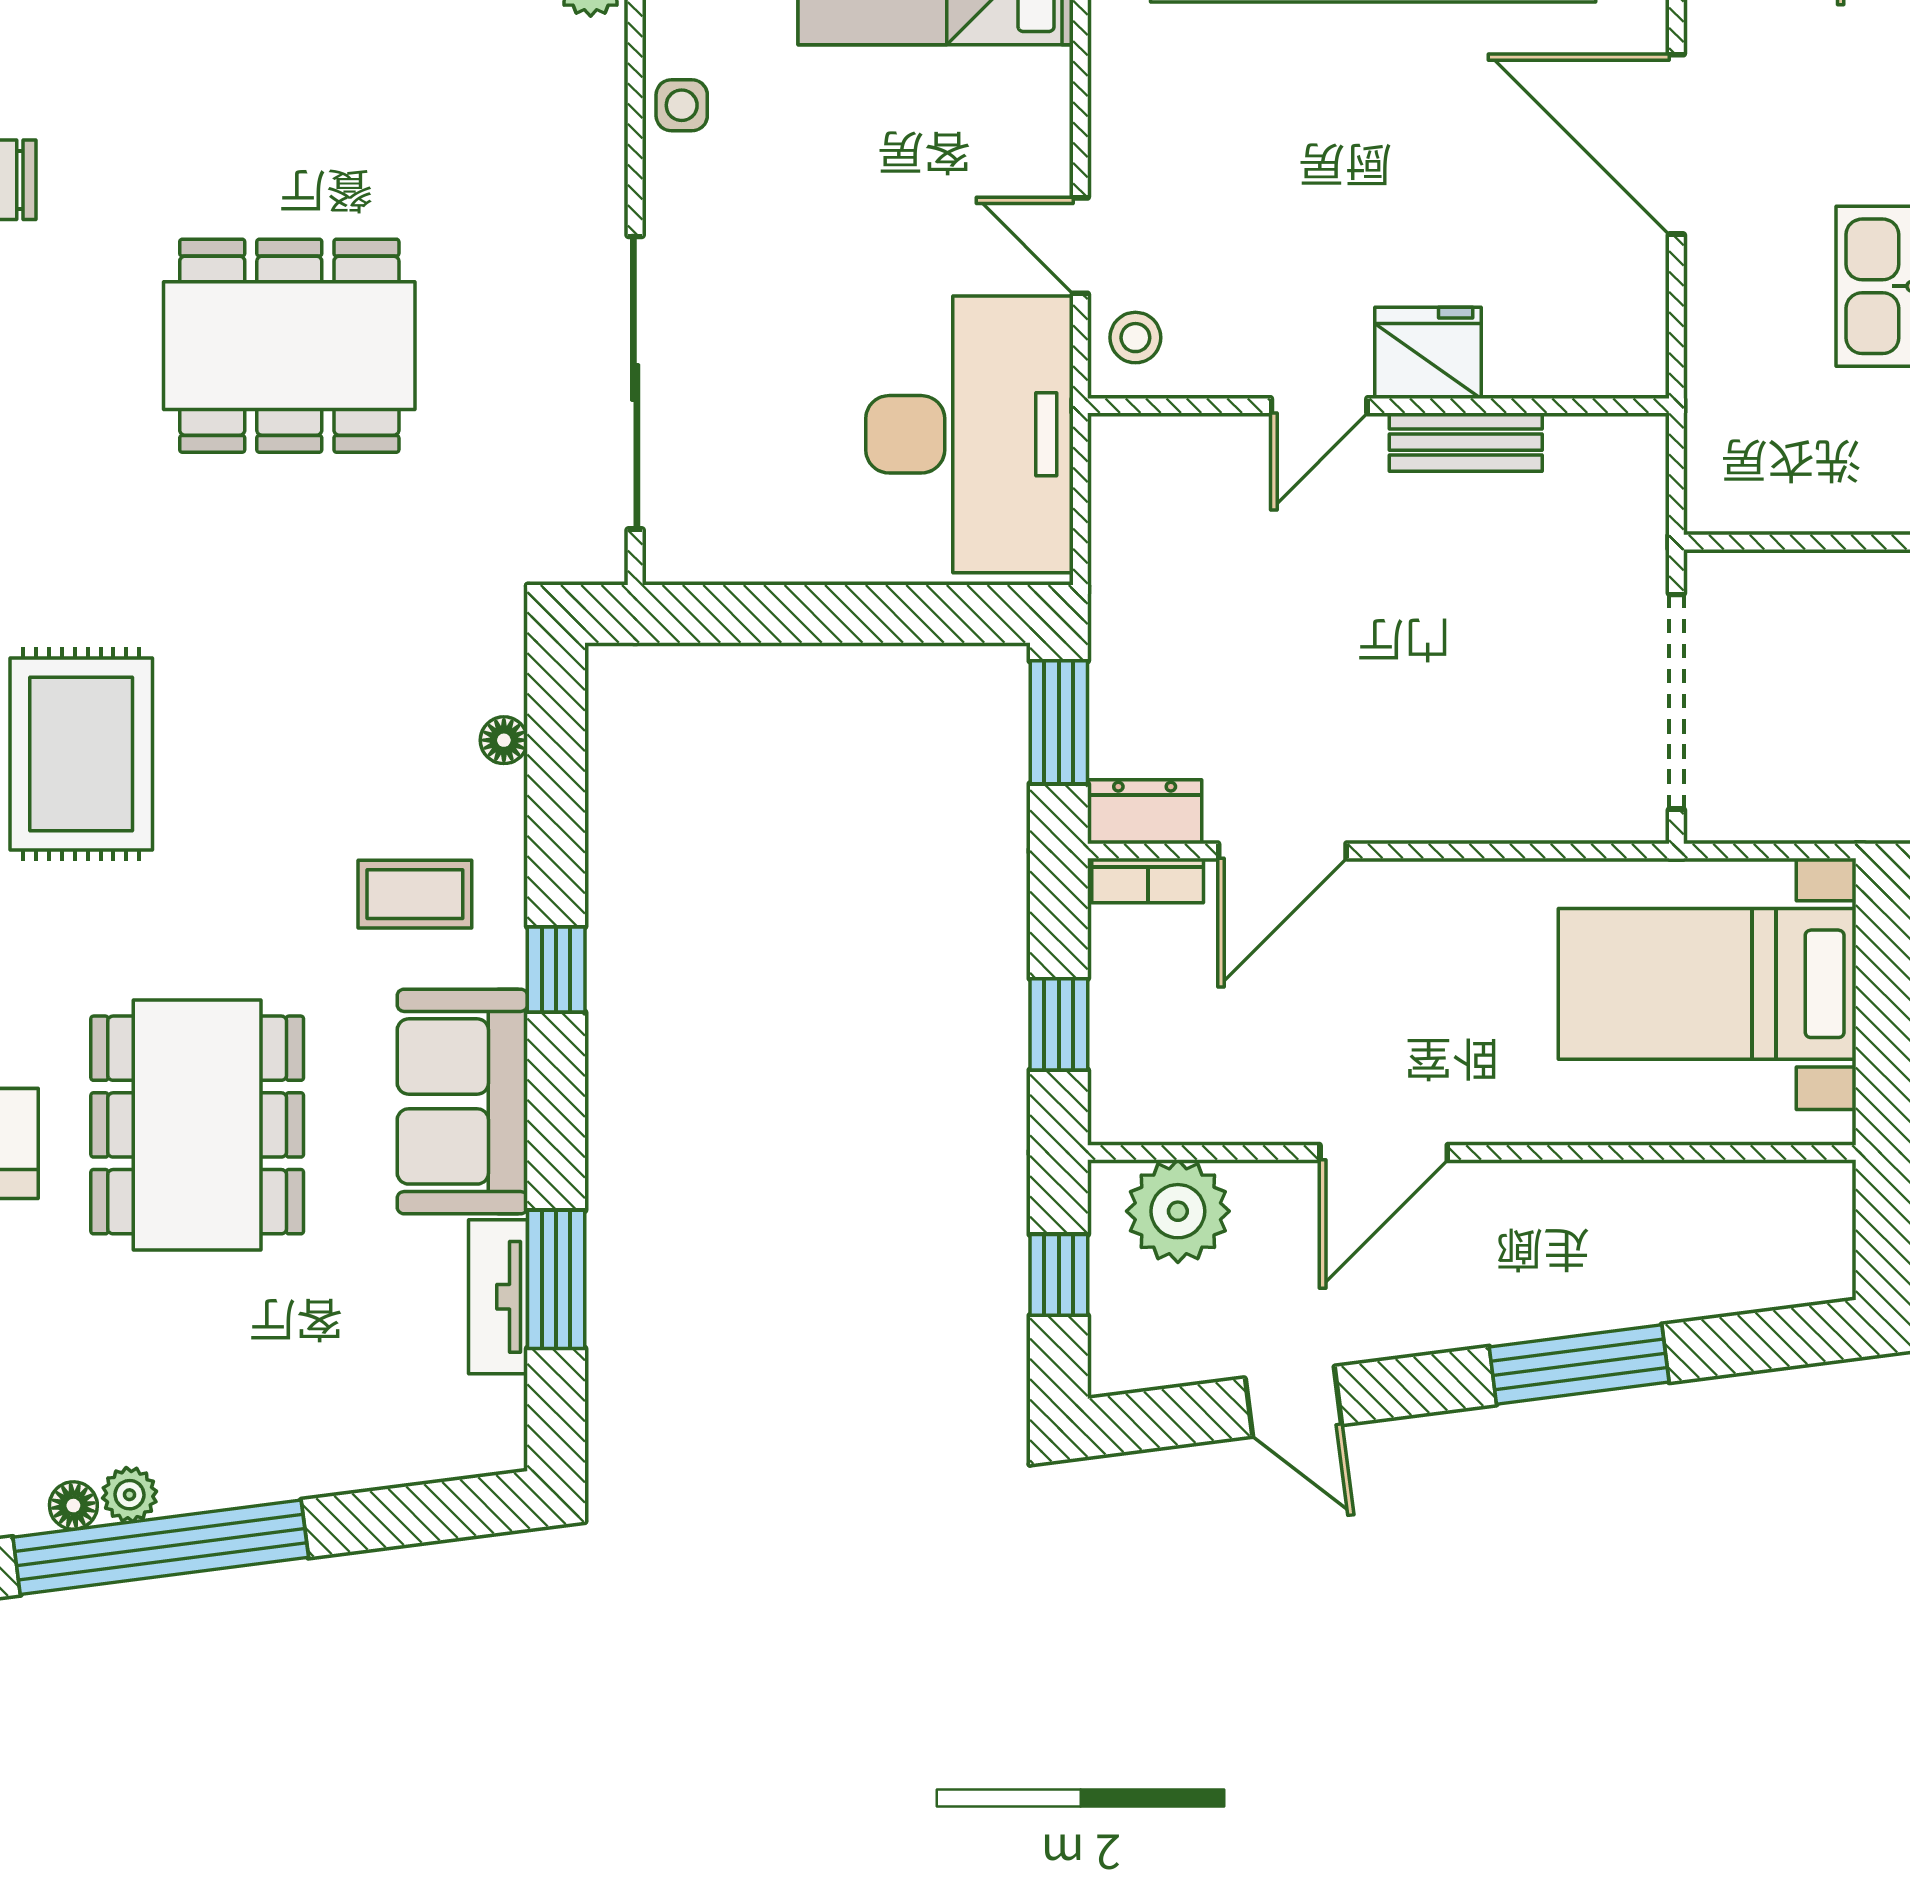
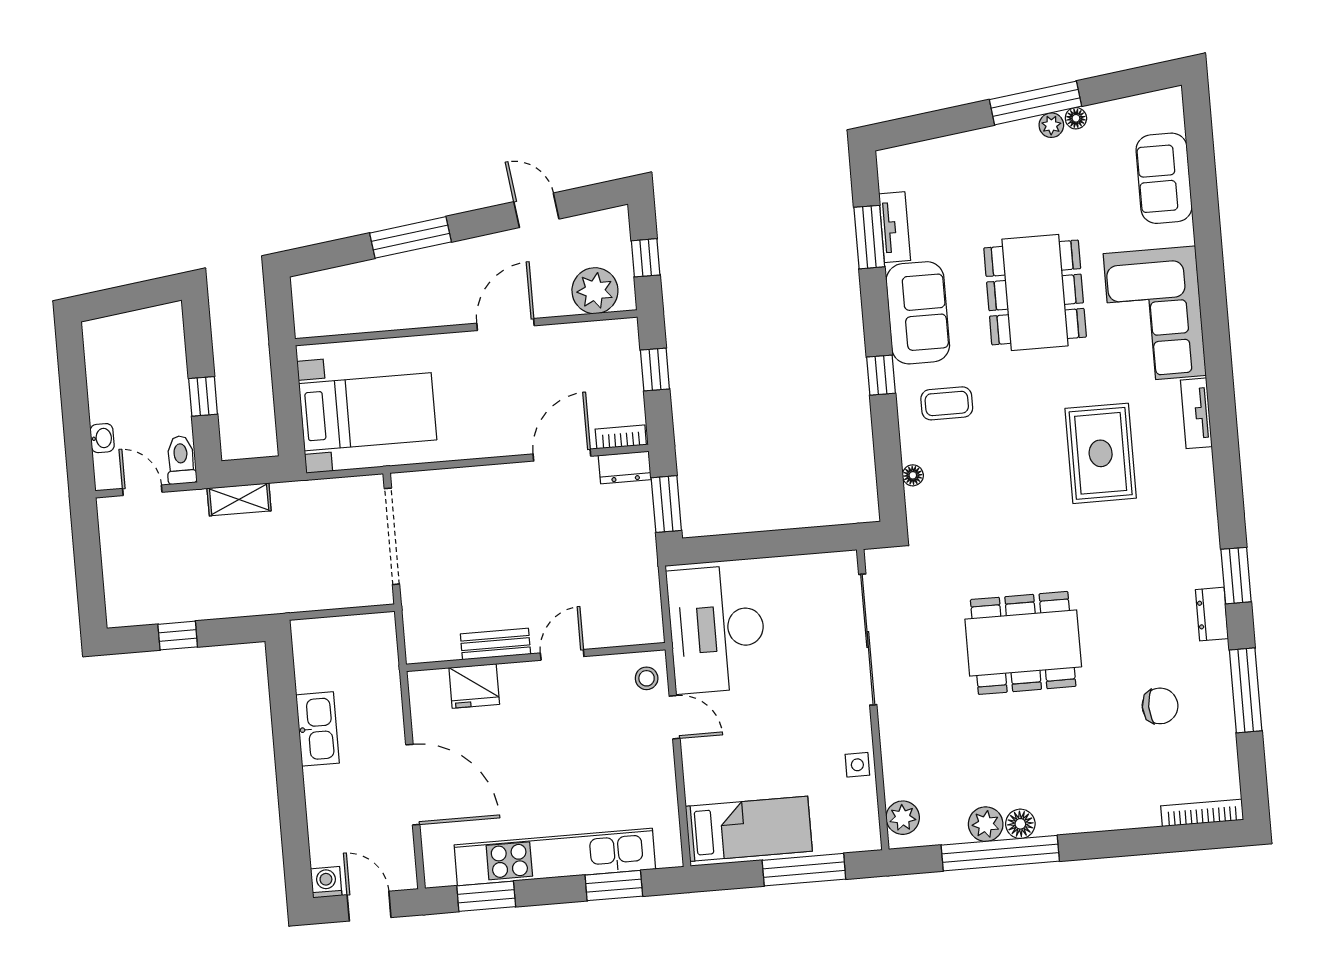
fridge: (1428, 353) -> (474, 686), moved
window: (161, 1547) -> (1036, 103), width x0.68

